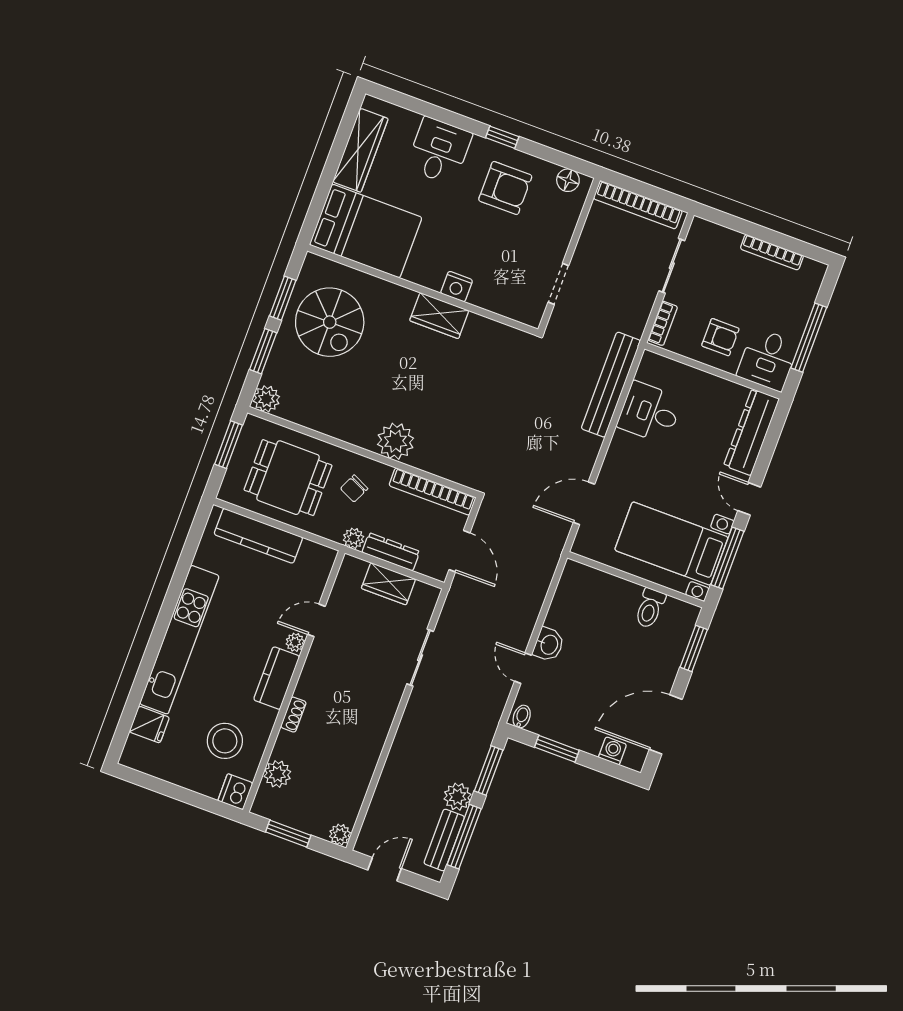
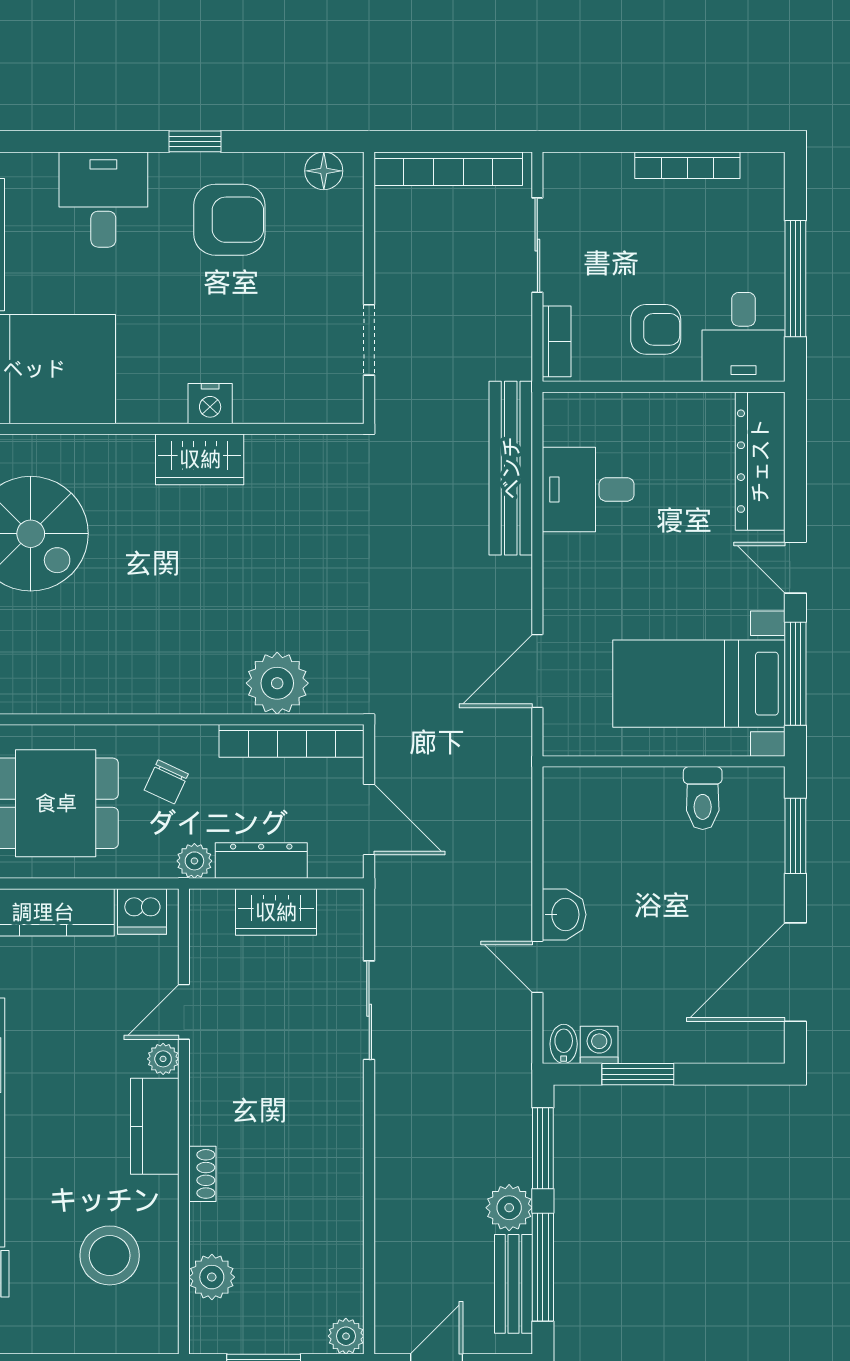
plant: (396, 441) -> (277, 683), moved
washing machine: (612, 751) -> (599, 1045), moved
dishwasher: (235, 792) -> (142, 911), moved, turned -90

